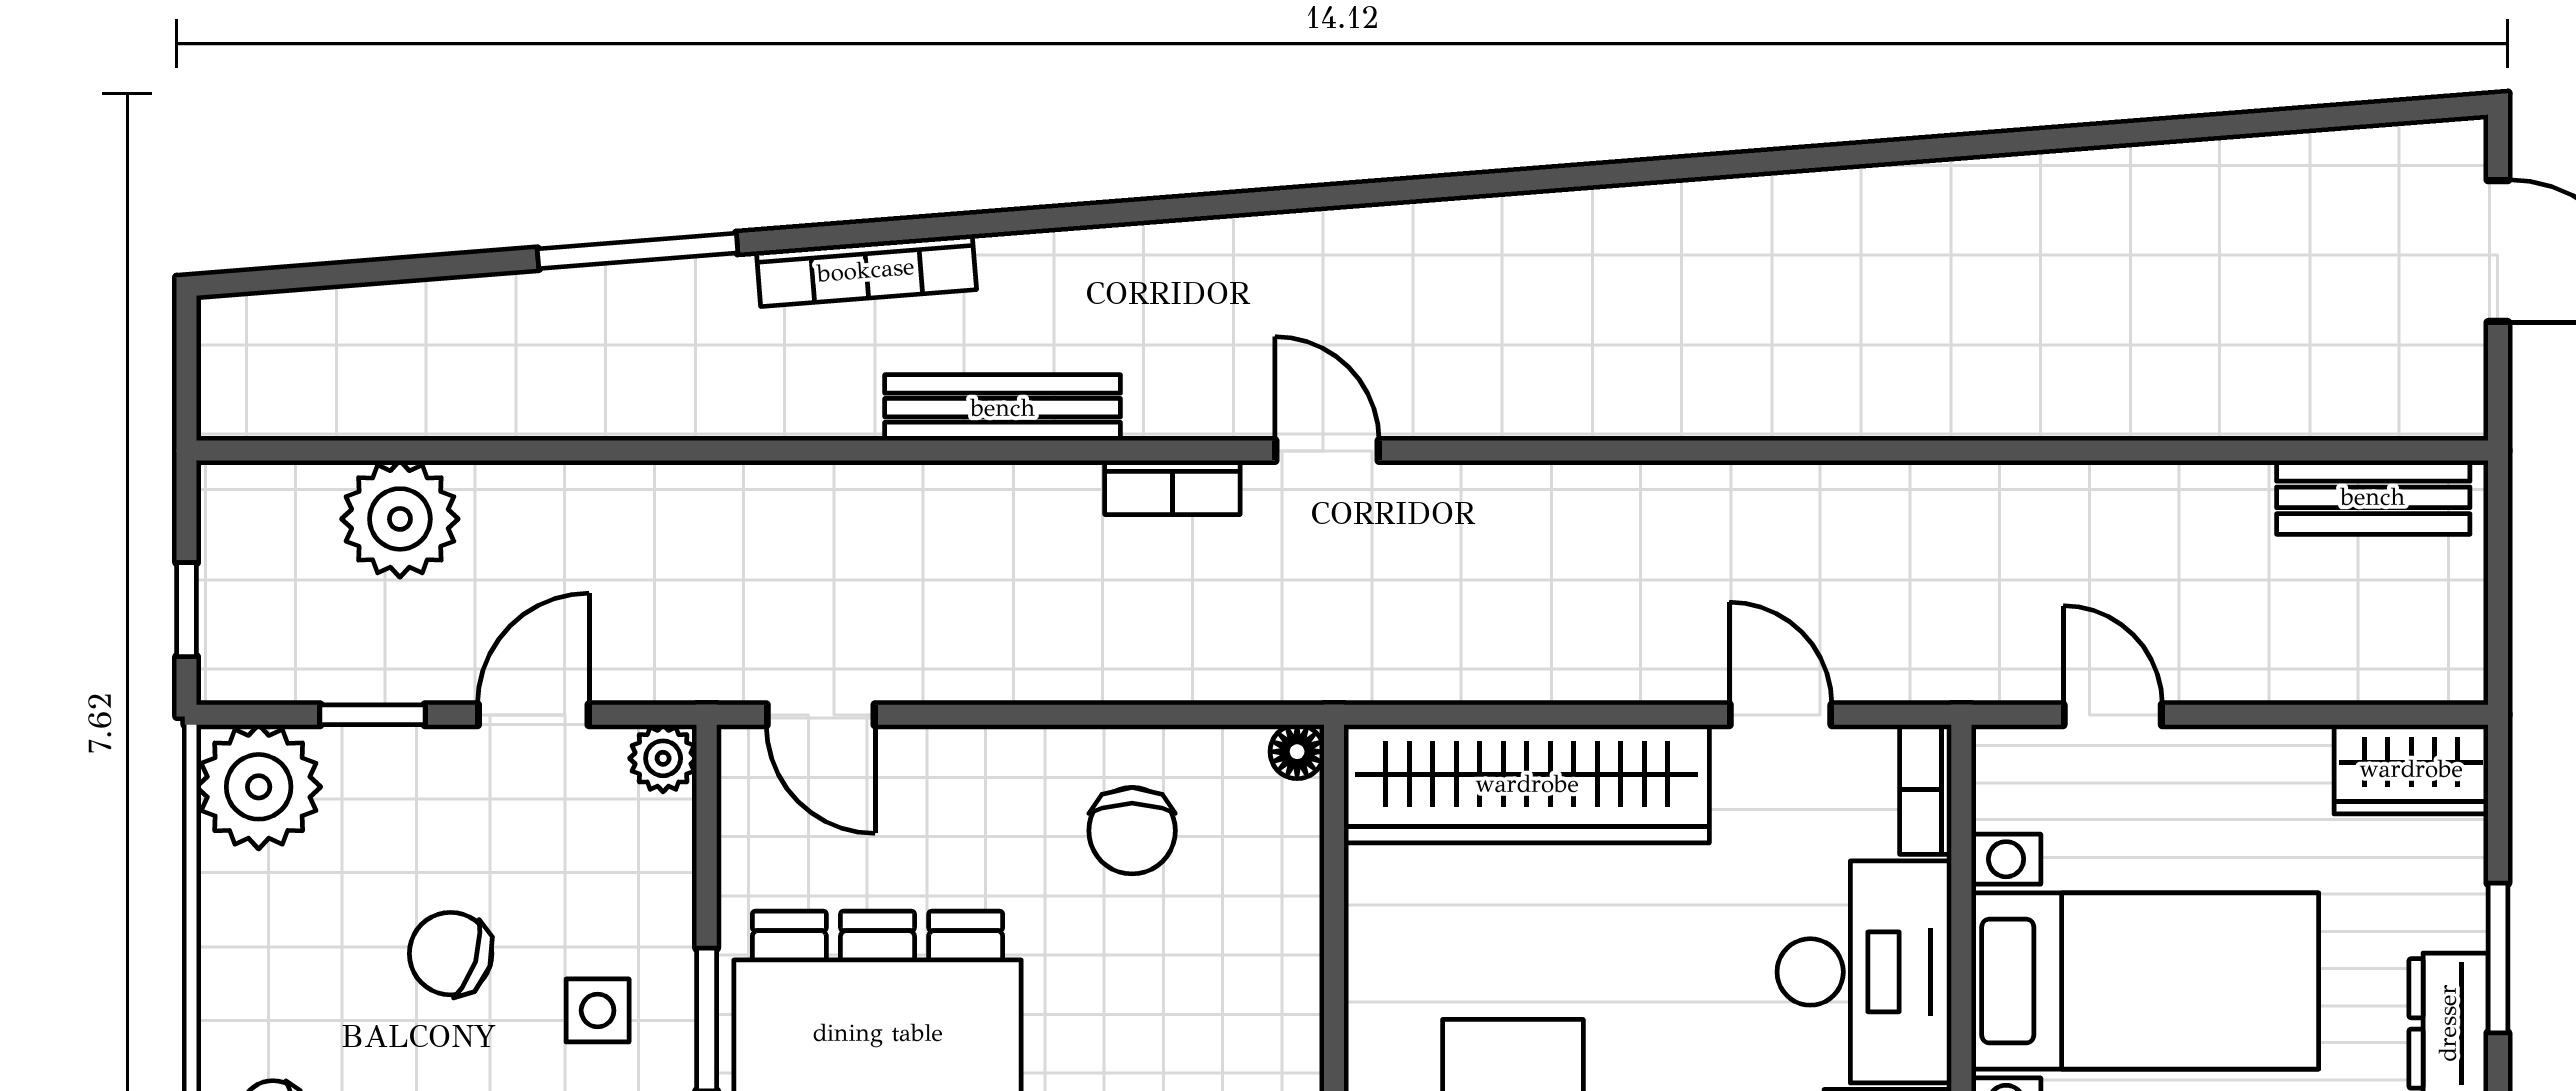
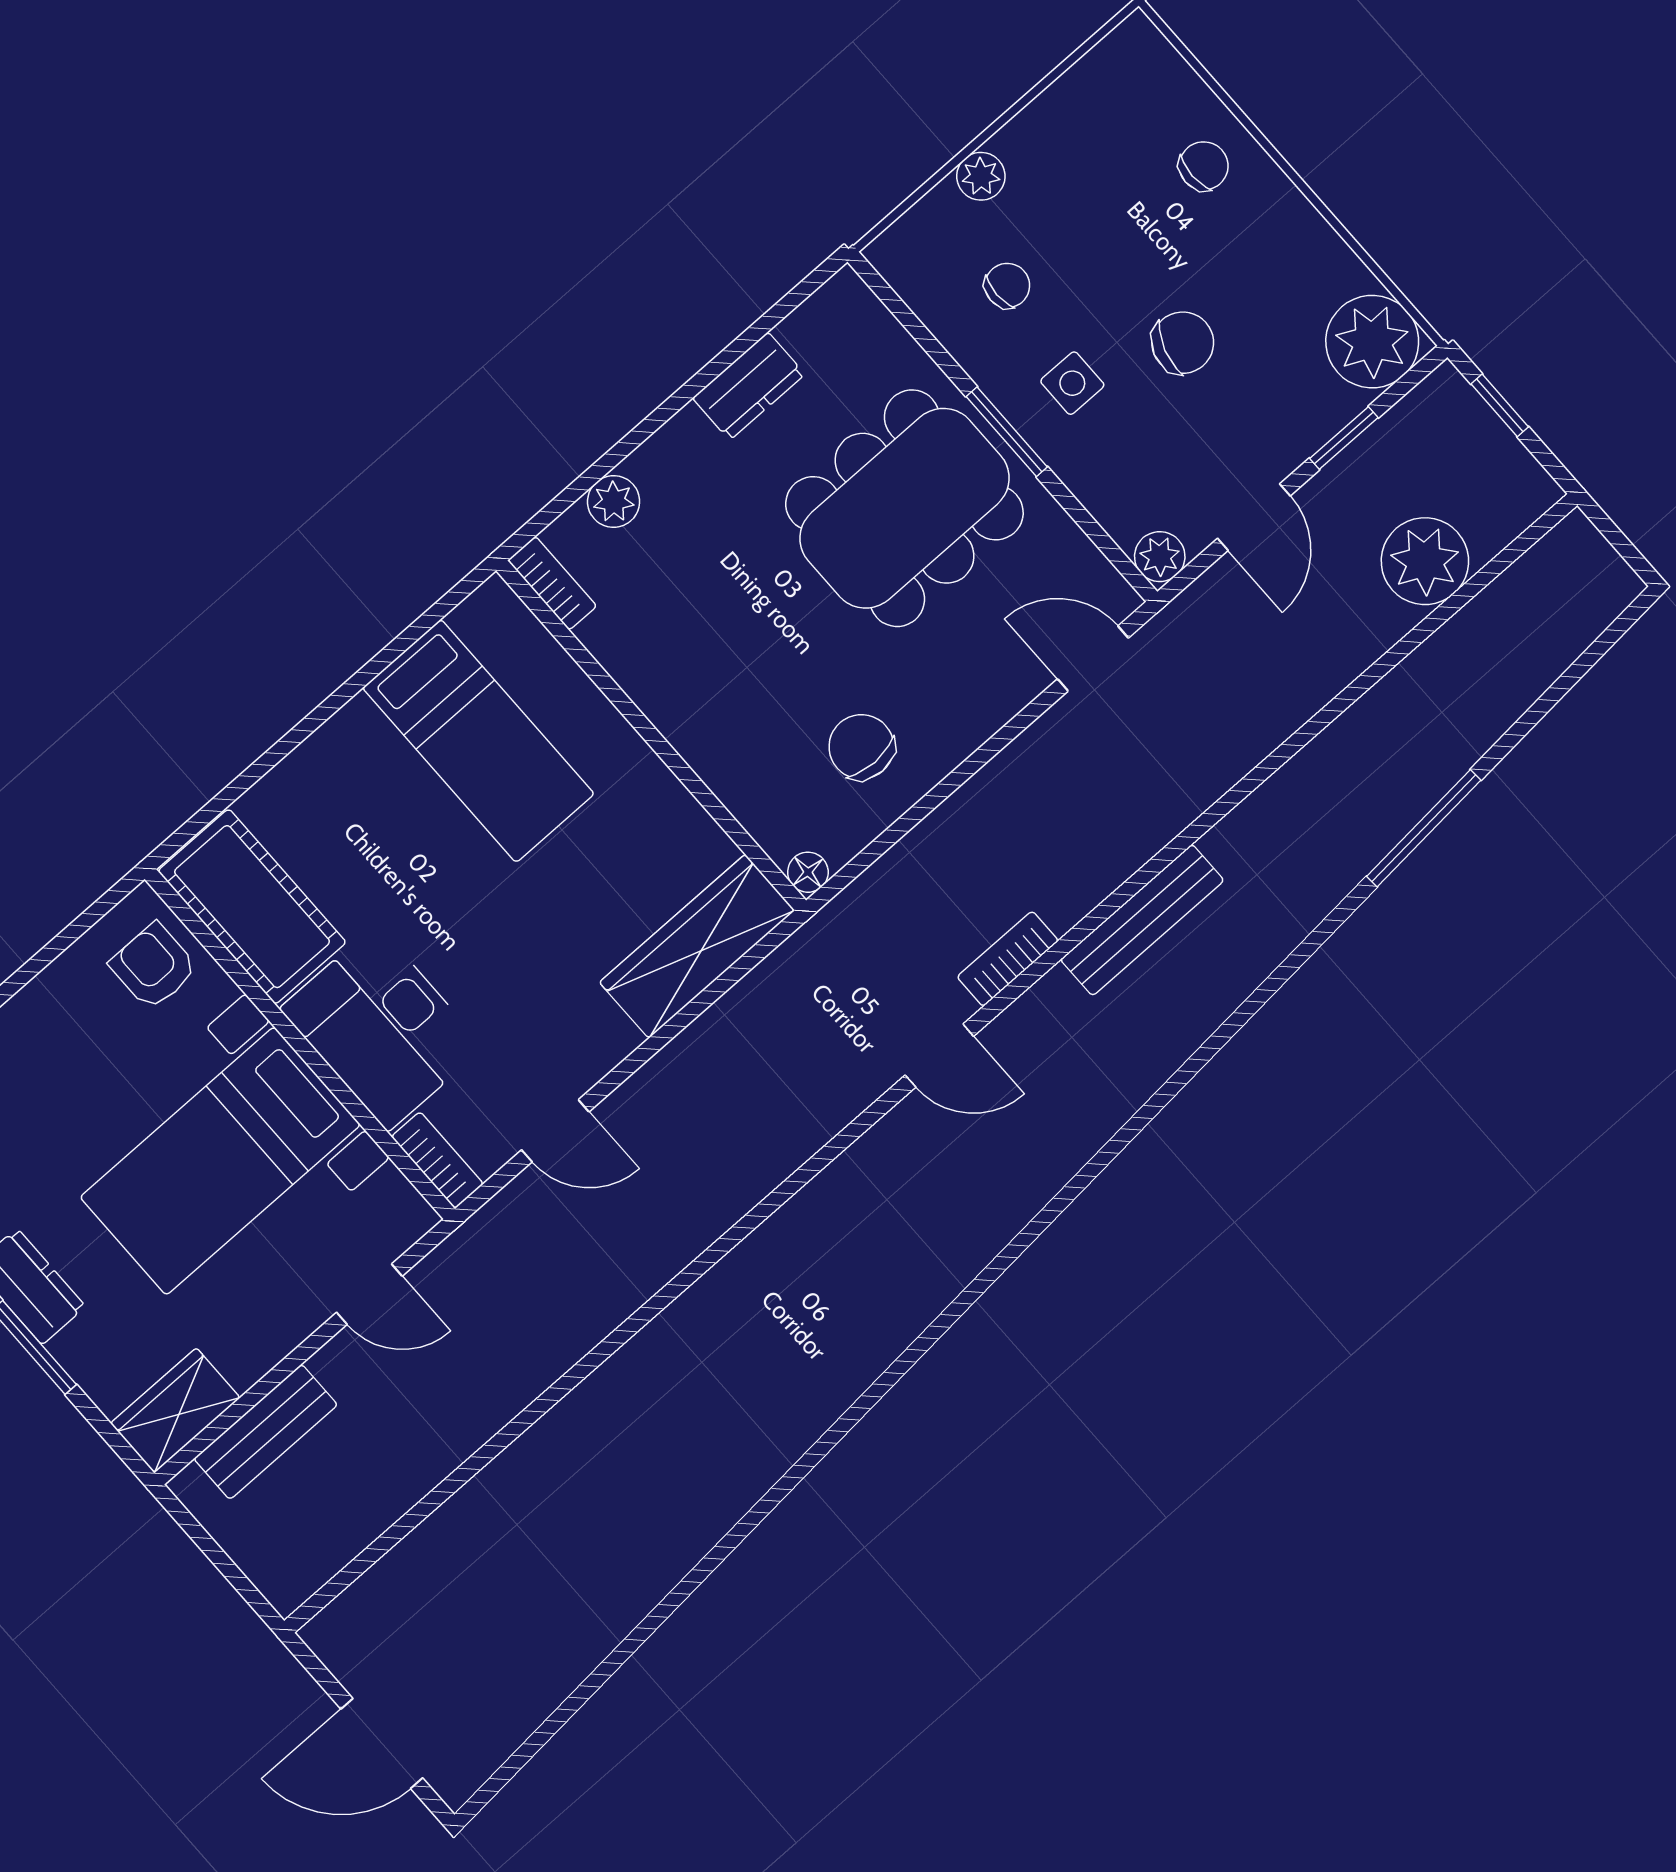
bookcase: (866, 270) -> (1286, 930), removed
bench: (2373, 497) -> (266, 1432), moved
wardrobe: (1527, 784) -> (697, 946), width x0.71, depth x0.85

